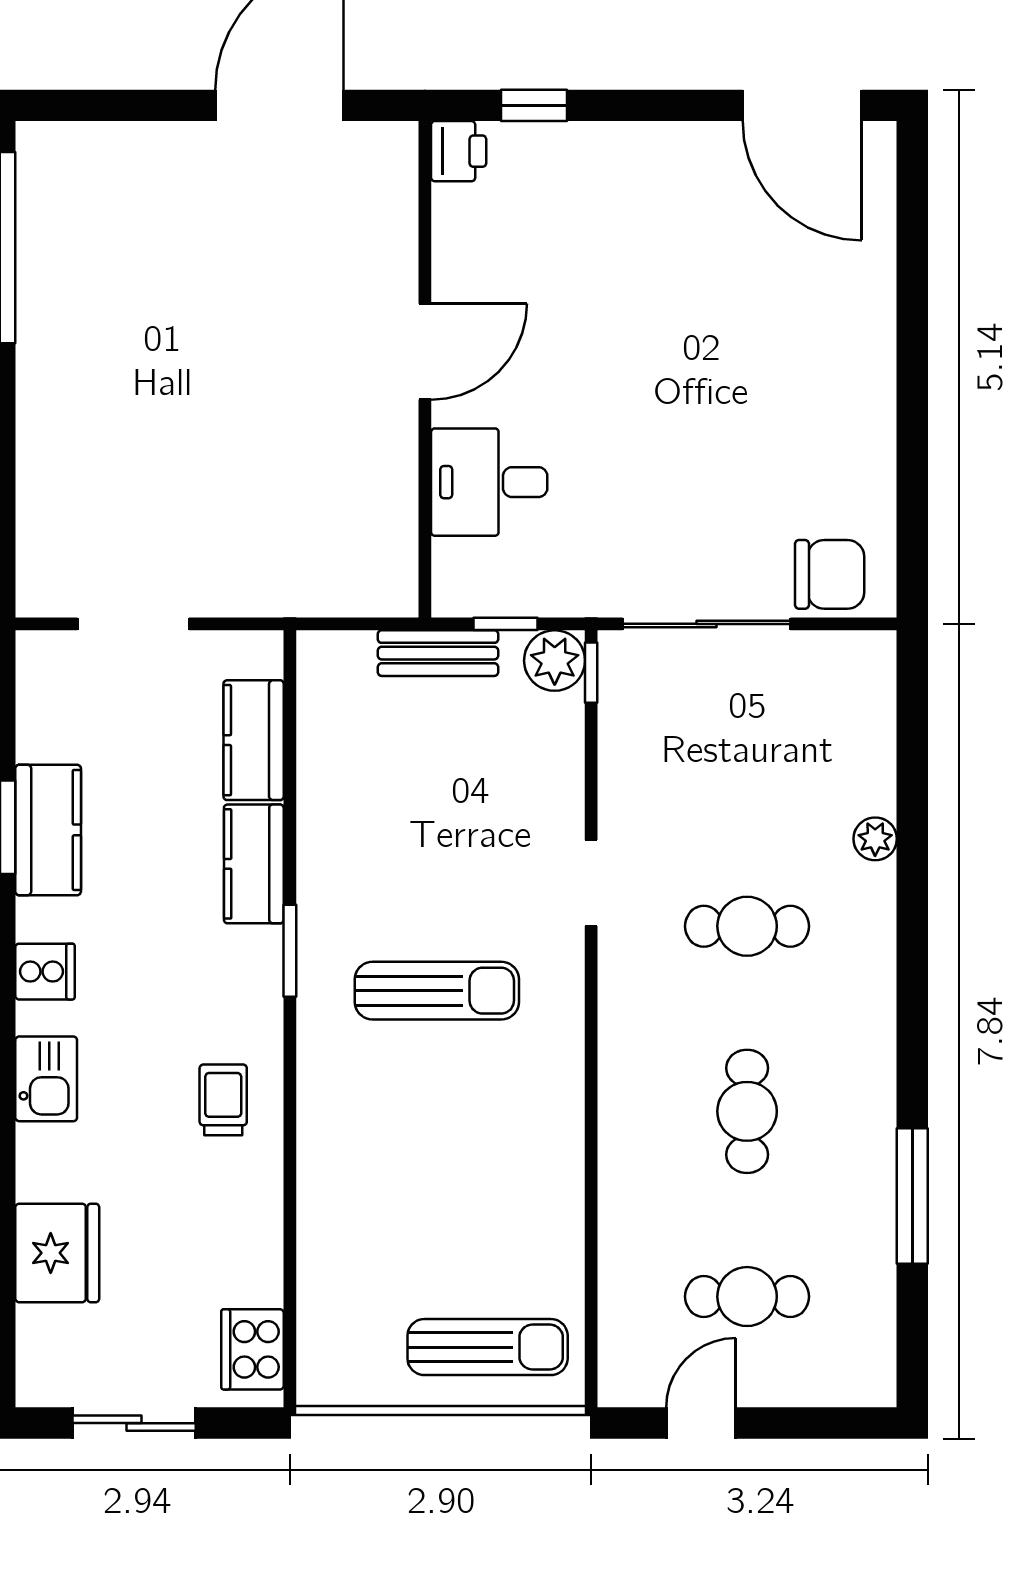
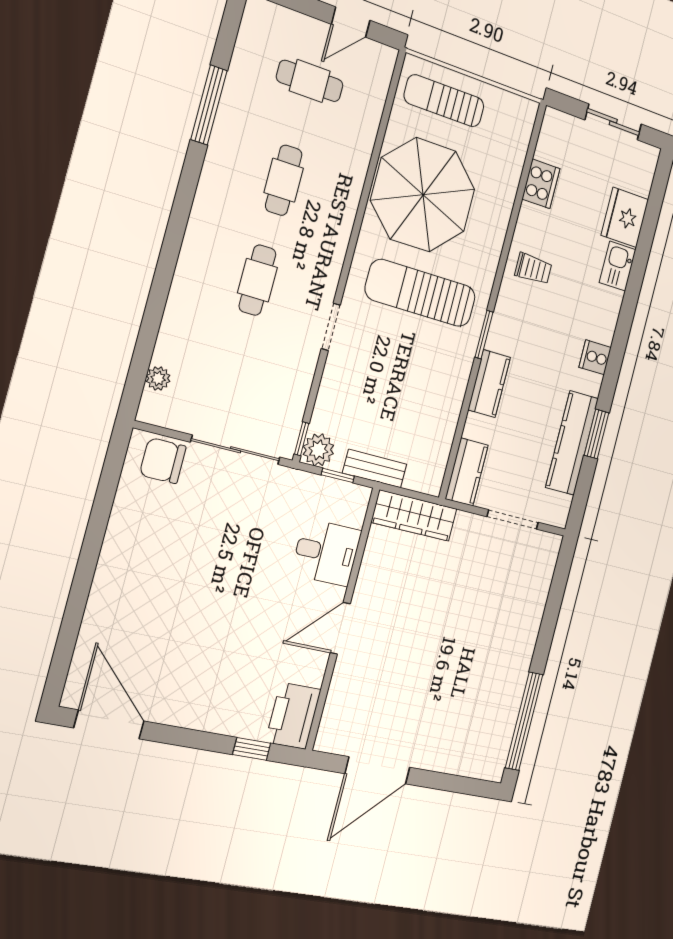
printer: (459, 151) -> (293, 716), width x1.87, depth x1.48
wardrobe: (337, 586) -> (414, 516), added
kitchen counter: (254, 740) -> (467, 472), moved
kitchen counter: (48, 830) -> (572, 443), width x1.50
plant: (875, 839) -> (158, 378), moved
cafe table: (747, 926) -> (257, 280), turned 90
sun lounger: (437, 991) -> (421, 293), width x1.36, depth x1.34
kitchen sink: (46, 1079) -> (618, 266), moved
trolley: (223, 1100) -> (533, 269), turned -90
parasol: (481, 1167) -> (423, 195), added
cooker: (252, 1349) -> (541, 184), moved

